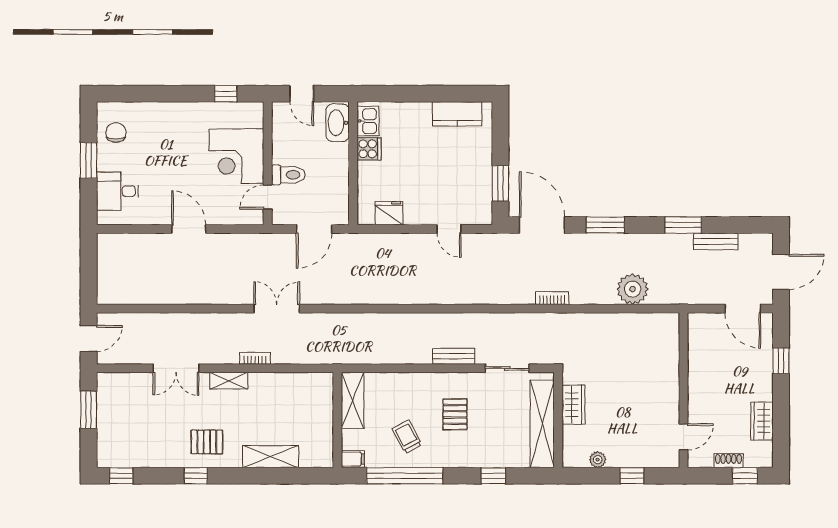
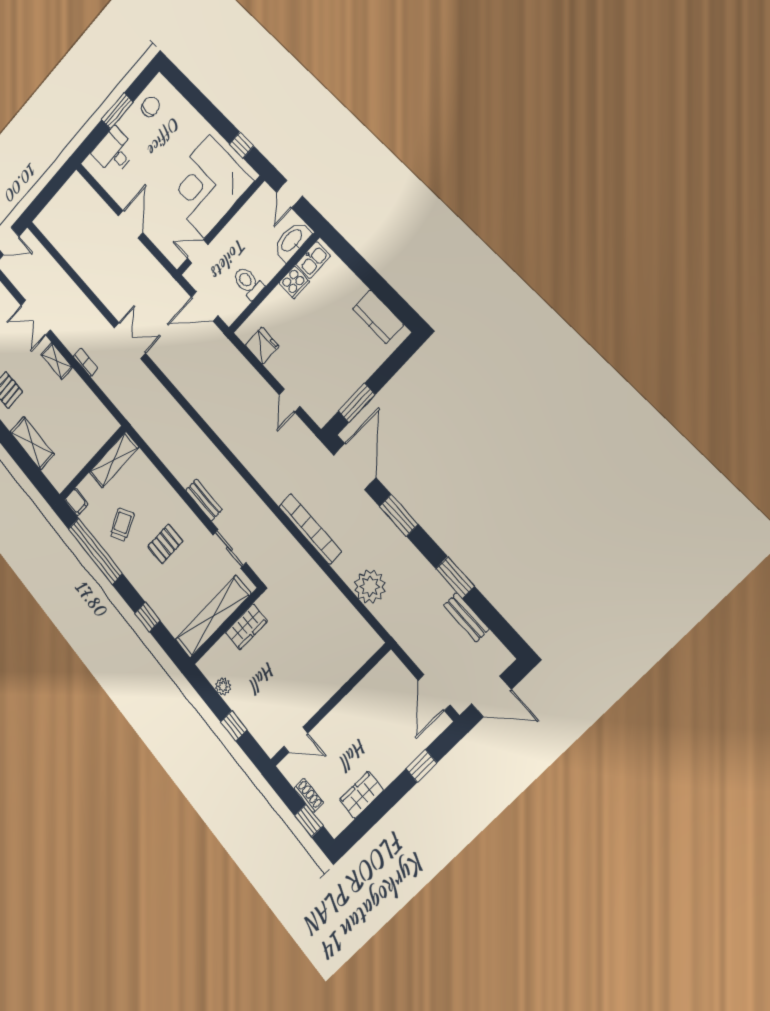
corner desk: (236, 156) -> (207, 186), width x1.36, depth x1.36
toilet: (288, 175) -> (248, 283), moved, turned 180
bookcase: (552, 298) -> (310, 529), width x2.31, depth x1.31

